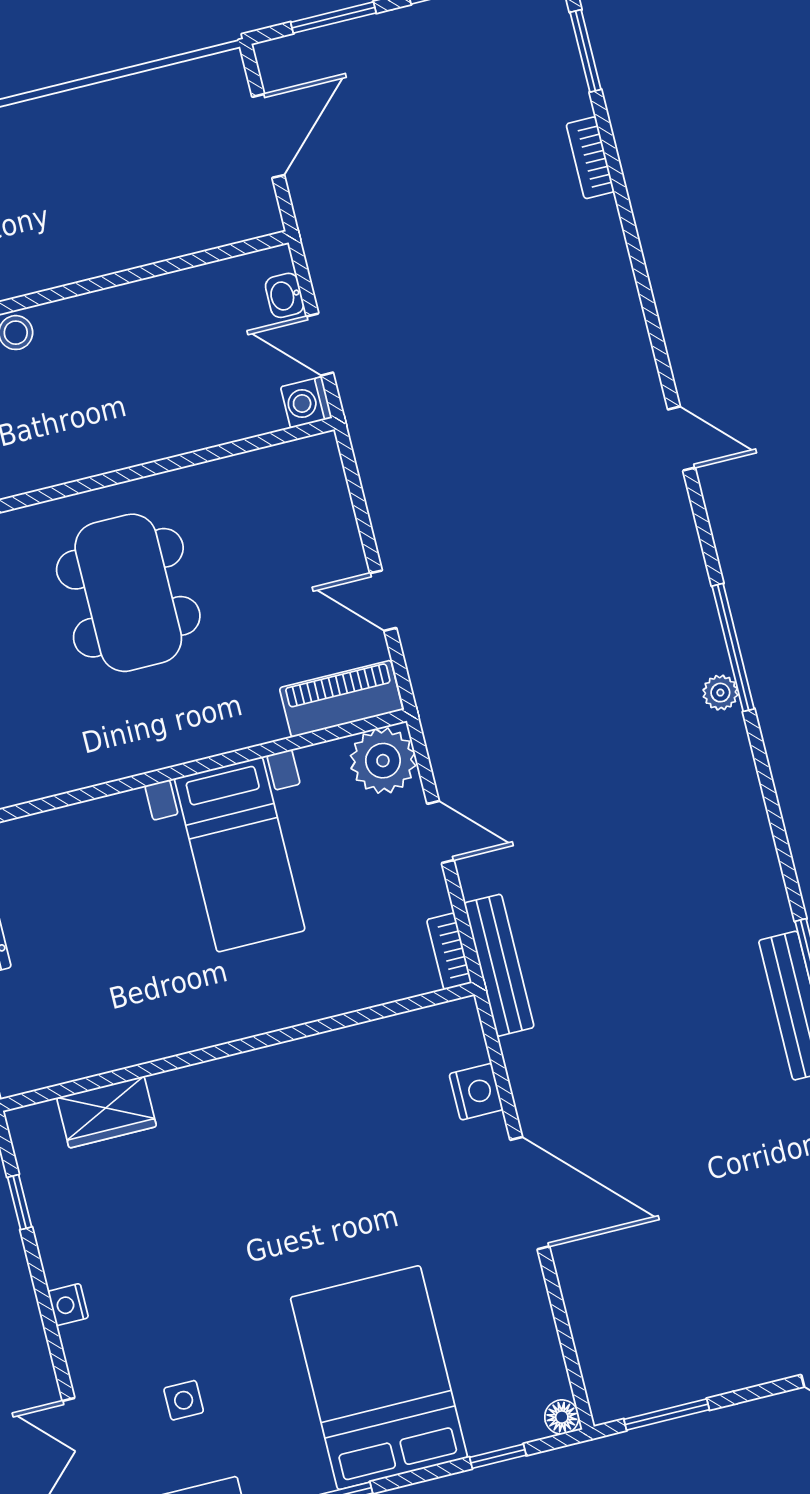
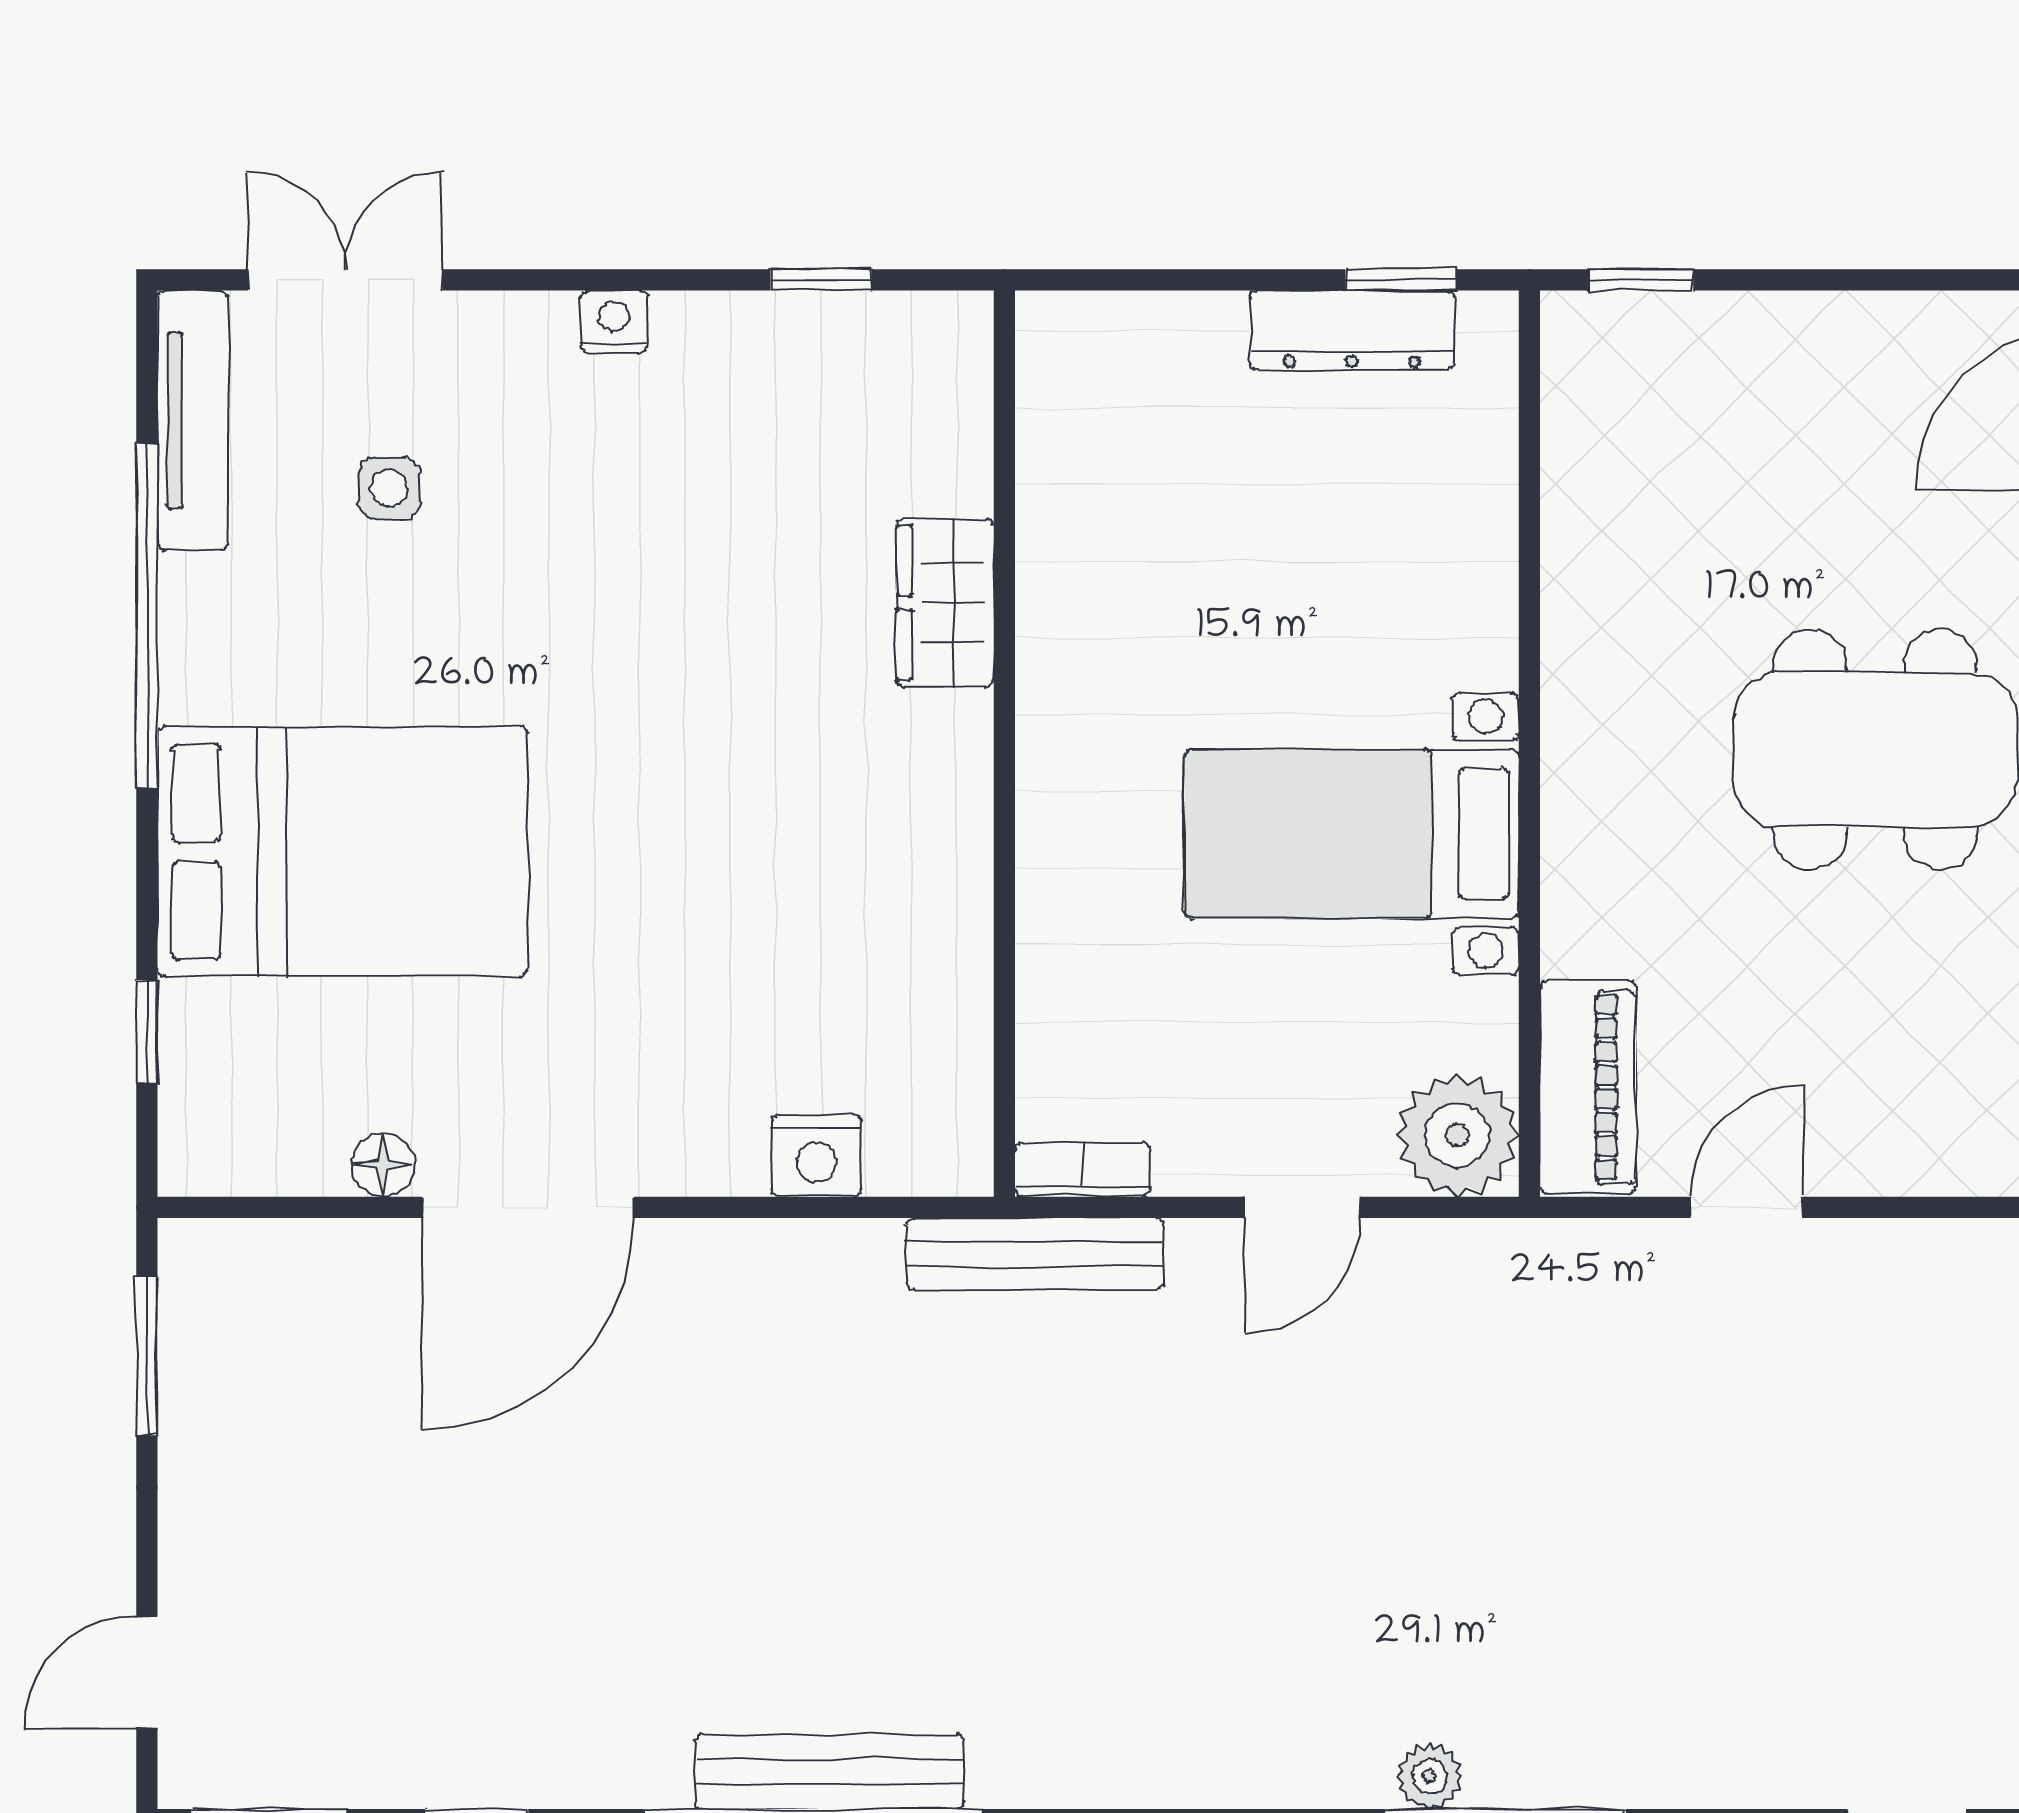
wardrobe: (107, 1112) -> (945, 603), moved
door: (530, 1193) -> (528, 1207), moved
floor lamp: (562, 1417) -> (383, 1165), moved

